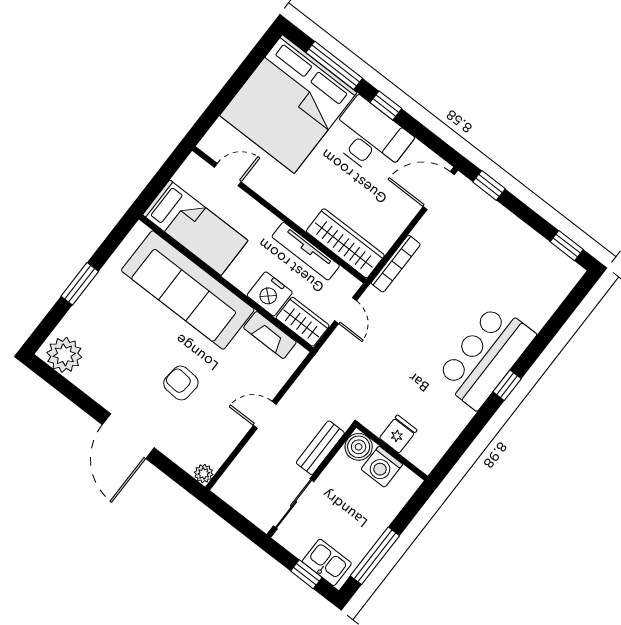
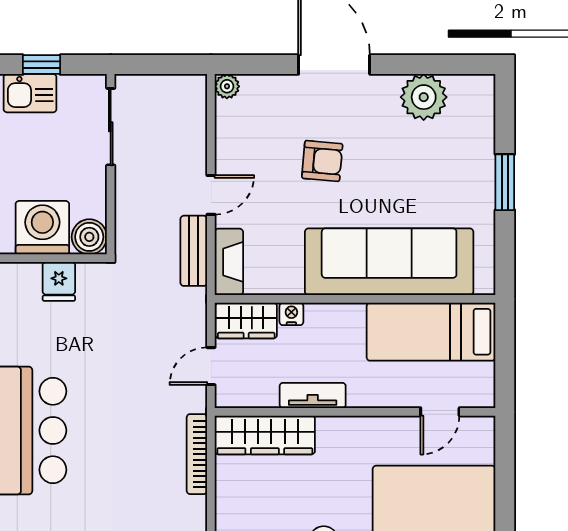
tv unit: (306, 251) -> (313, 395), width x0.71
nightstand: (270, 294) -> (291, 314), width x0.53, depth x0.56
door: (346, 311) -> (211, 366), hinge flipped
fireplace: (270, 335) -> (229, 262), moved, turned 90
plant: (64, 355) -> (424, 97), moved
bench: (320, 448) -> (194, 251), moved
washing machine: (382, 467) -> (42, 228), width x1.37, depth x1.37

